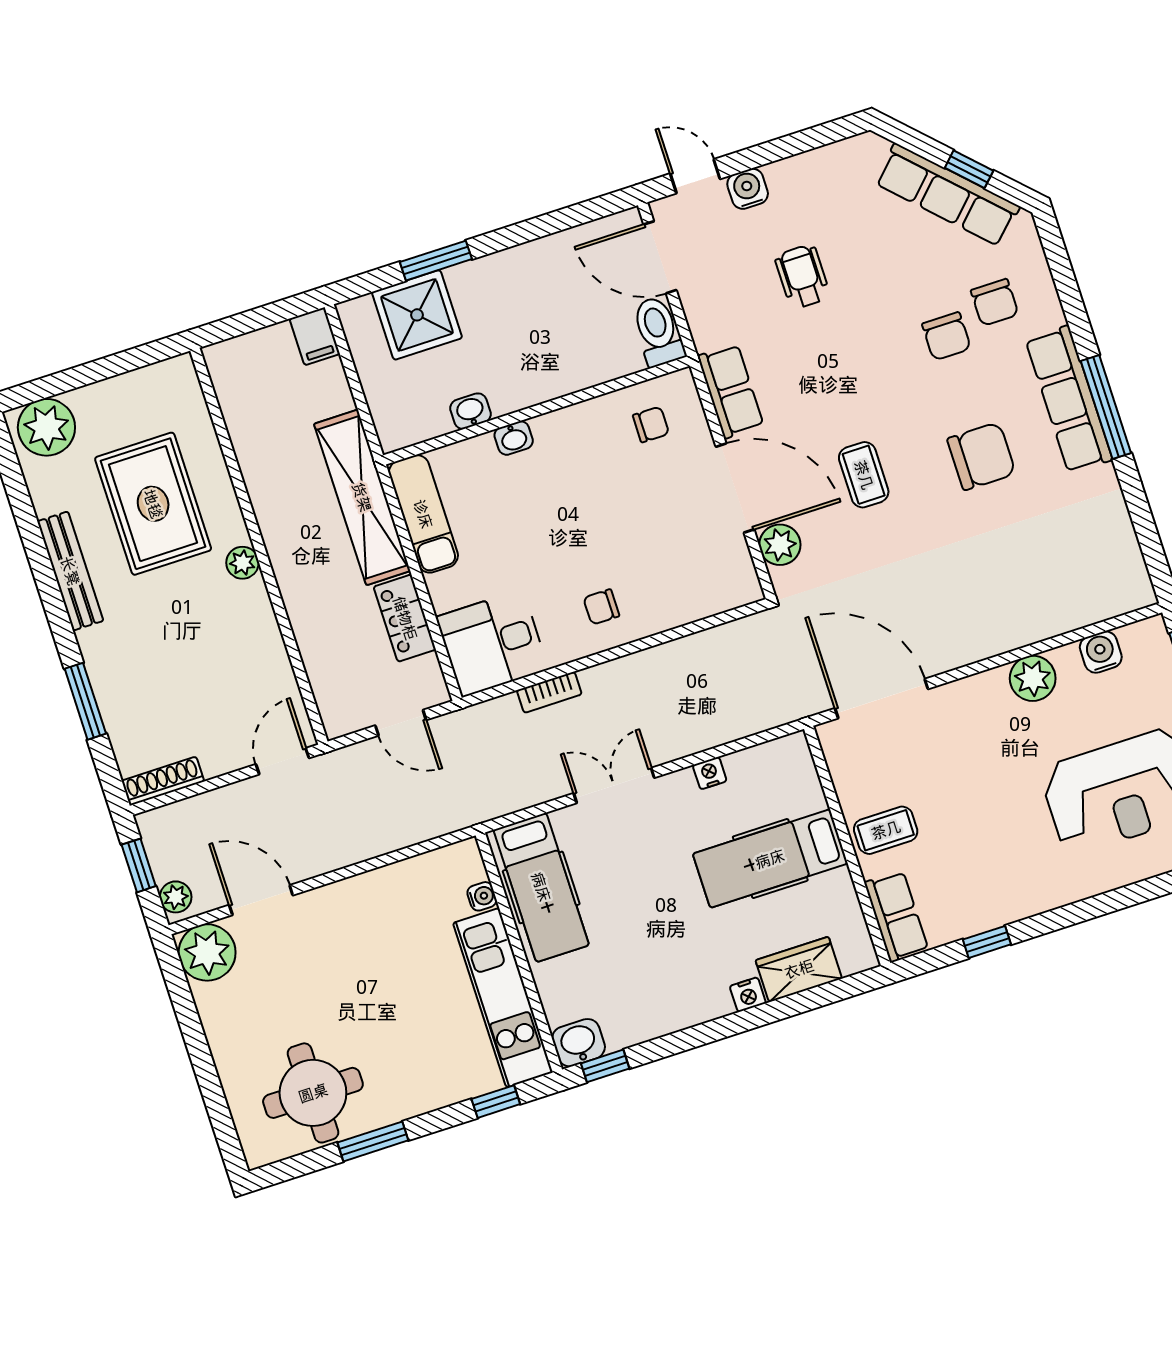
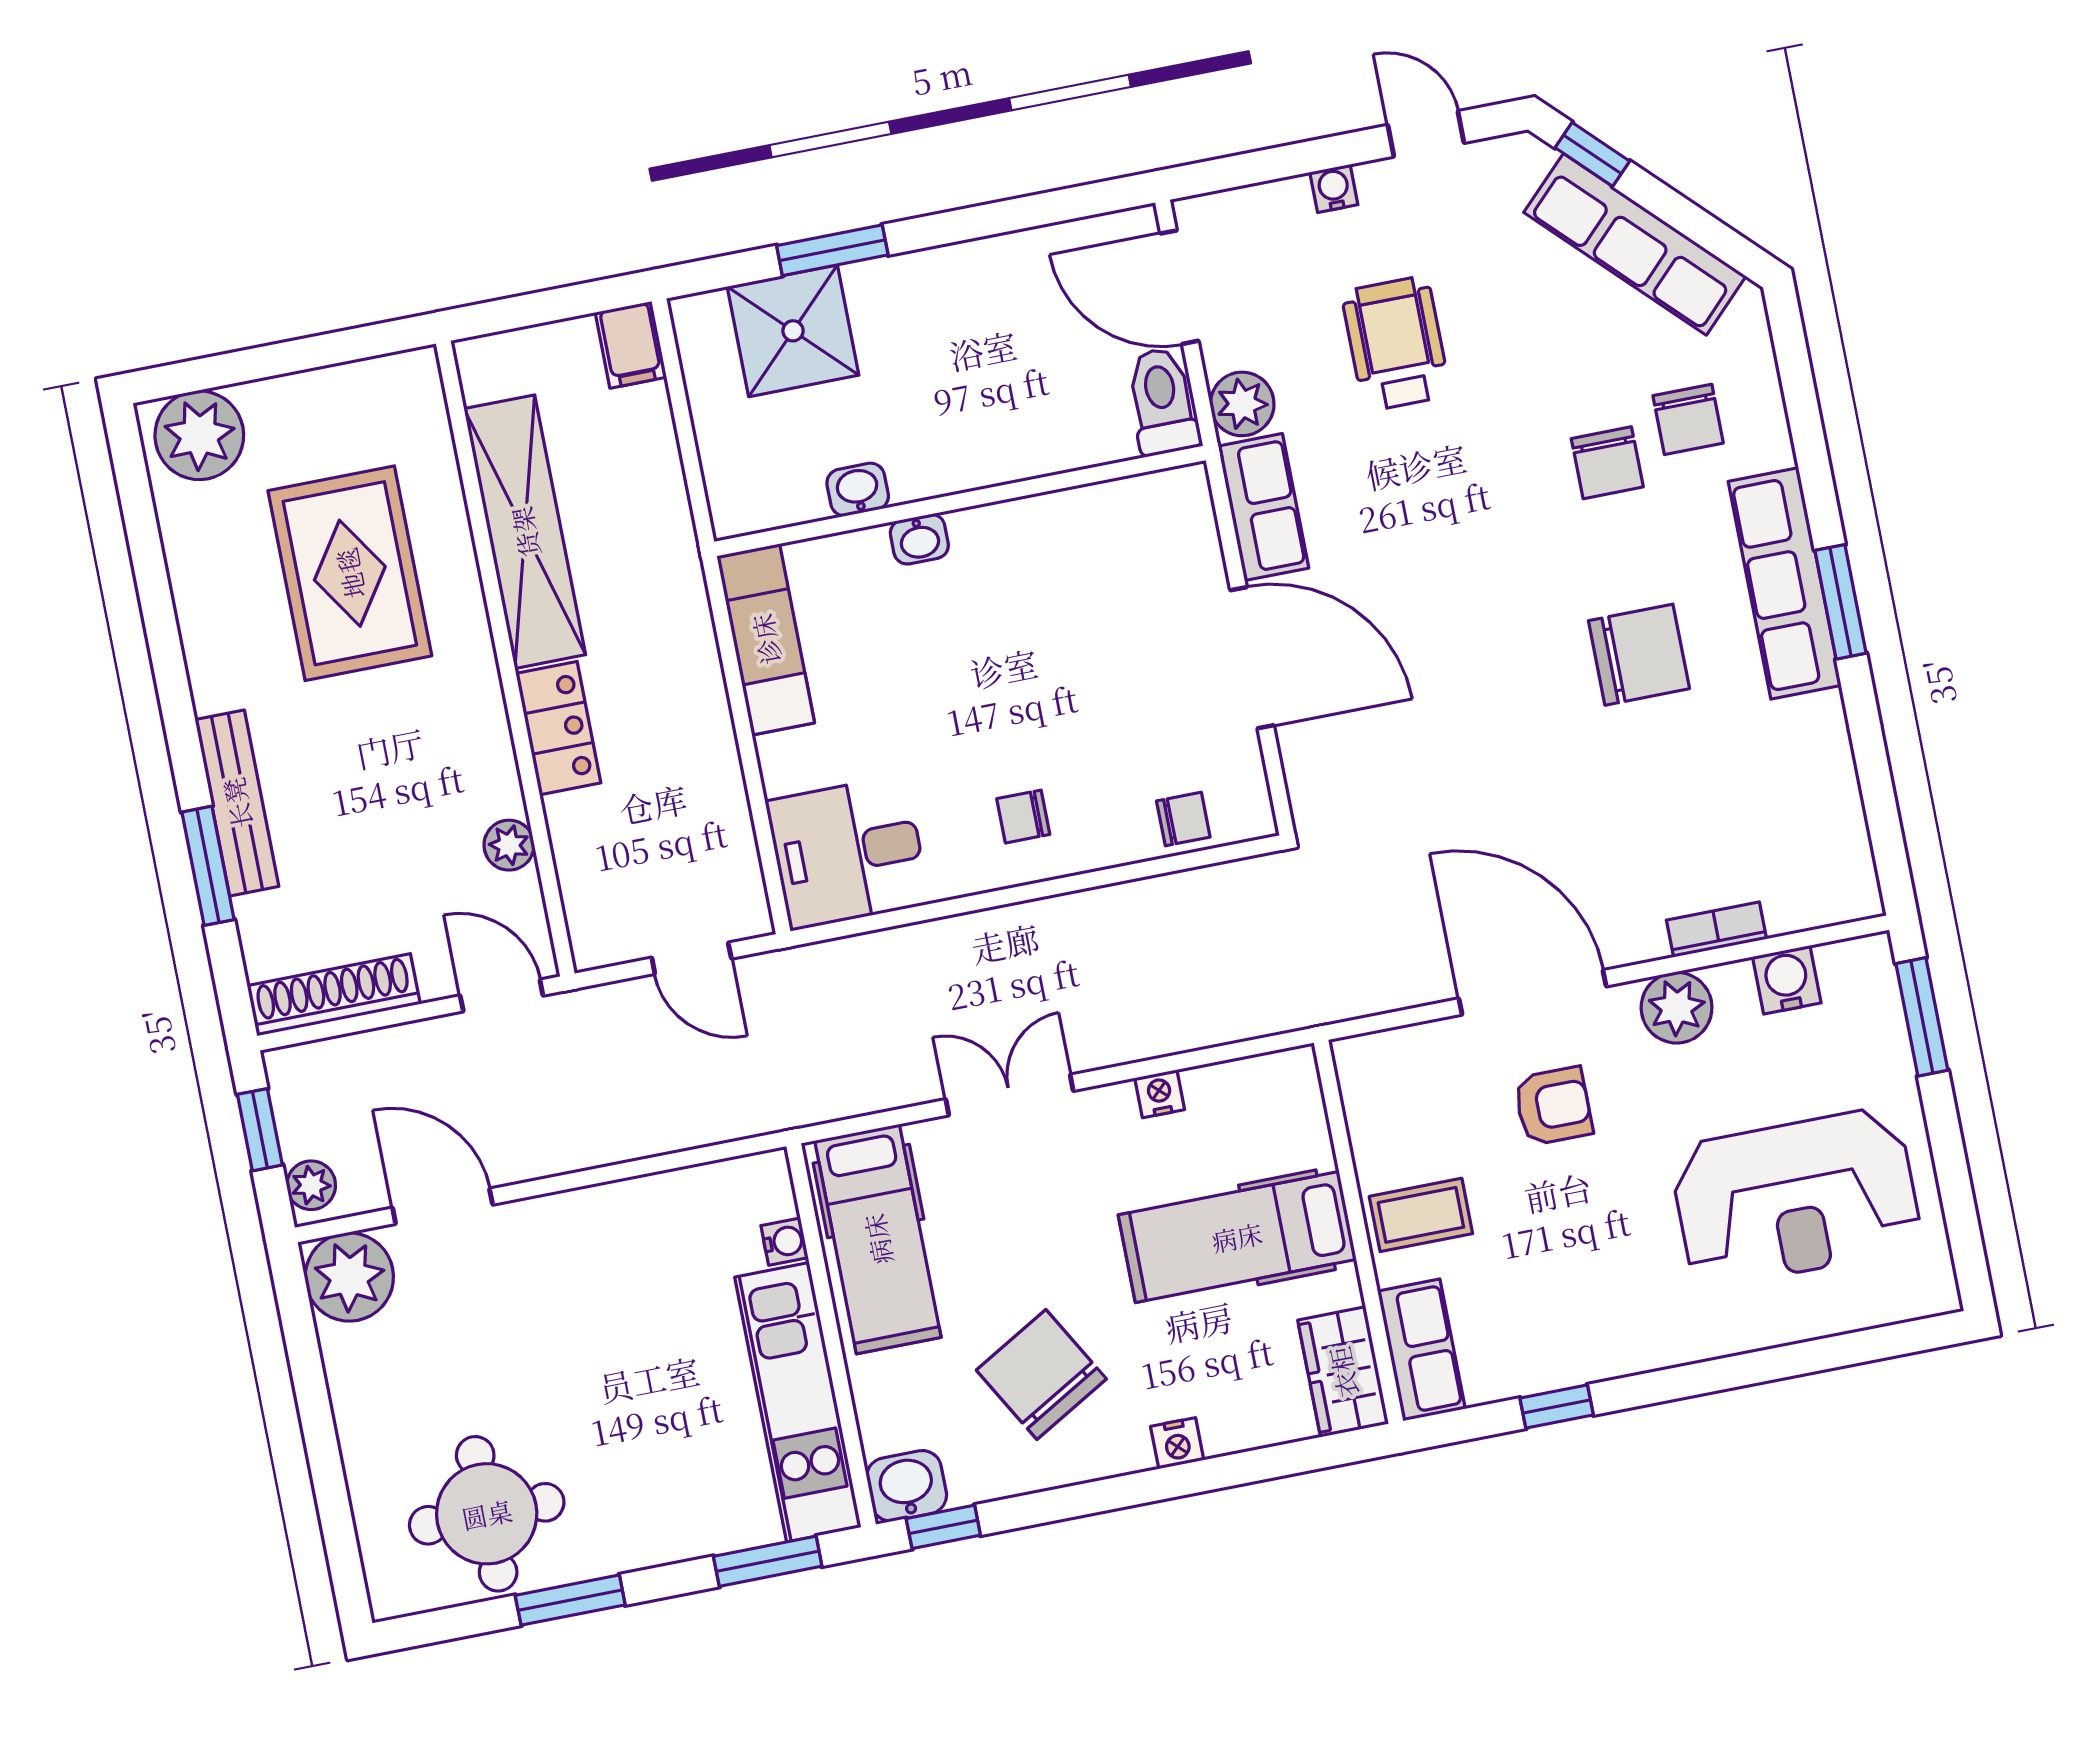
window: (969, 169) -> (1592, 154), moved
door: (695, 176) -> (1426, 134), moved
water cooler: (748, 189) -> (1334, 188), width x0.72, depth x0.72
wheelchair: (802, 277) -> (1396, 344), width x1.36, depth x1.37
window: (1106, 407) -> (1840, 602), width x0.69
chair: (651, 424) -> (1183, 819), moved
coffee table: (864, 475) -> (1453, 661), removed
shelving: (362, 497) -> (525, 532), moved
plant: (780, 545) -> (1242, 404), moved
plant: (242, 563) -> (509, 845), moved
bench: (70, 571) -> (237, 803), moved
locker: (405, 618) -> (558, 728), moved, turned 180
bookcase: (549, 692) -> (1716, 930), moved, turned 180
door: (882, 699) -> (1533, 992), moved
armchair: (962, 751) -> (1553, 1106), added
door: (282, 761) -> (502, 995), hinge flipped
shoe rack: (163, 781) -> (334, 995), width x1.36, depth x1.24
chair: (656, 961) -> (1041, 1375), added
wardrobe: (799, 969) -> (1343, 1372), moved, turned -90
window: (496, 1102) -> (768, 1561), width x1.50

